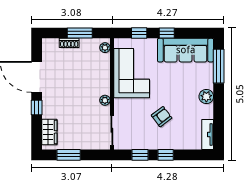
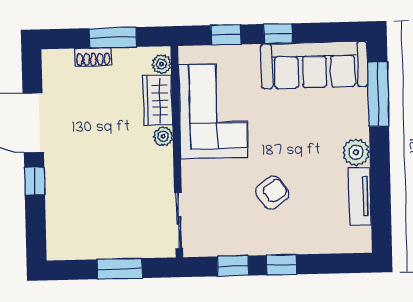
plant: (105, 100) -> (163, 136), moved
wardrobe: (49, 132) -> (158, 100), moved, turned 180
tv unit: (208, 135) -> (360, 196), moved
window: (69, 155) -> (120, 269), moved

